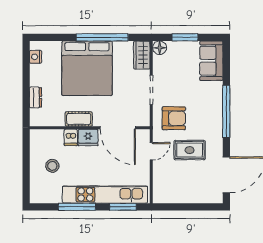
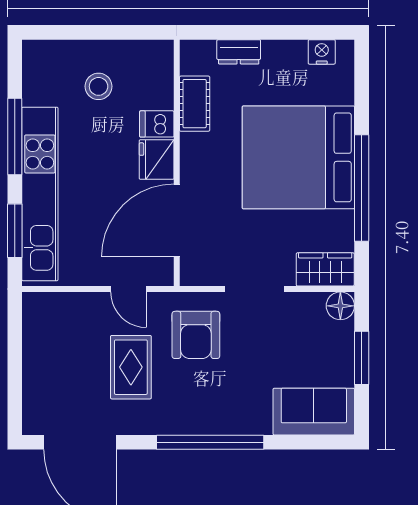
cot: (79, 119) -> (195, 104), moved

